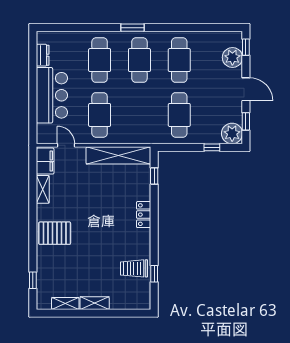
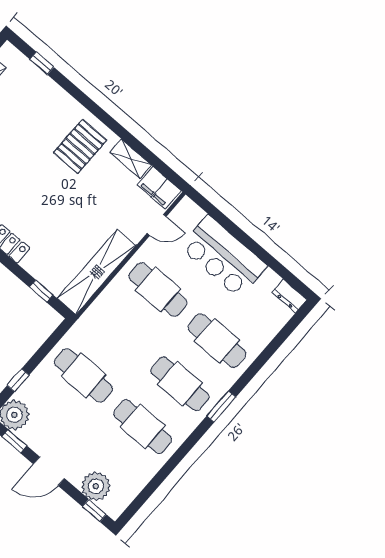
dresser: (43, 55) -> (289, 296), moved
pallet: (55, 233) -> (80, 146), moved

